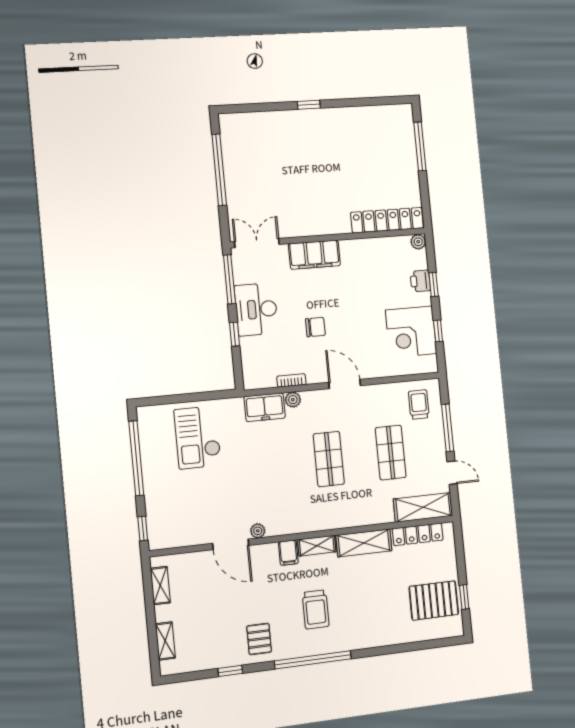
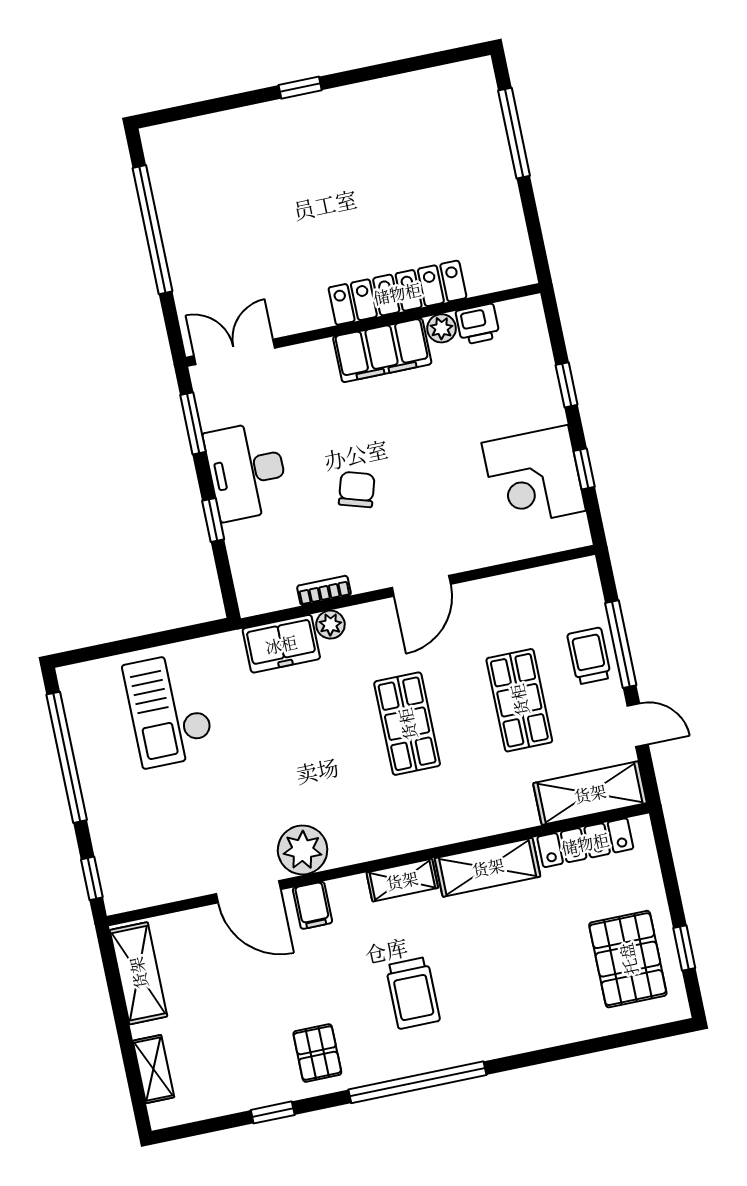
locker: (387, 220) -> (397, 293), moved
plant: (418, 242) -> (442, 328), moved
filing cabinet: (314, 255) -> (382, 350), moved
window: (229, 279) -> (193, 423), width x0.69
printer: (420, 281) -> (478, 324), moved, turned -90
chair: (315, 327) -> (357, 490), turned -73
door: (345, 384) -> (421, 586), swing flipped
trolley: (419, 404) -> (589, 656), moved
plant: (258, 531) -> (303, 850), width x1.87, depth x1.87
filing cabinet: (288, 553) -> (312, 905), moved
shelving: (160, 586) -> (138, 973), width x1.50, depth x1.33
pallet: (434, 600) -> (628, 959), turned 90

